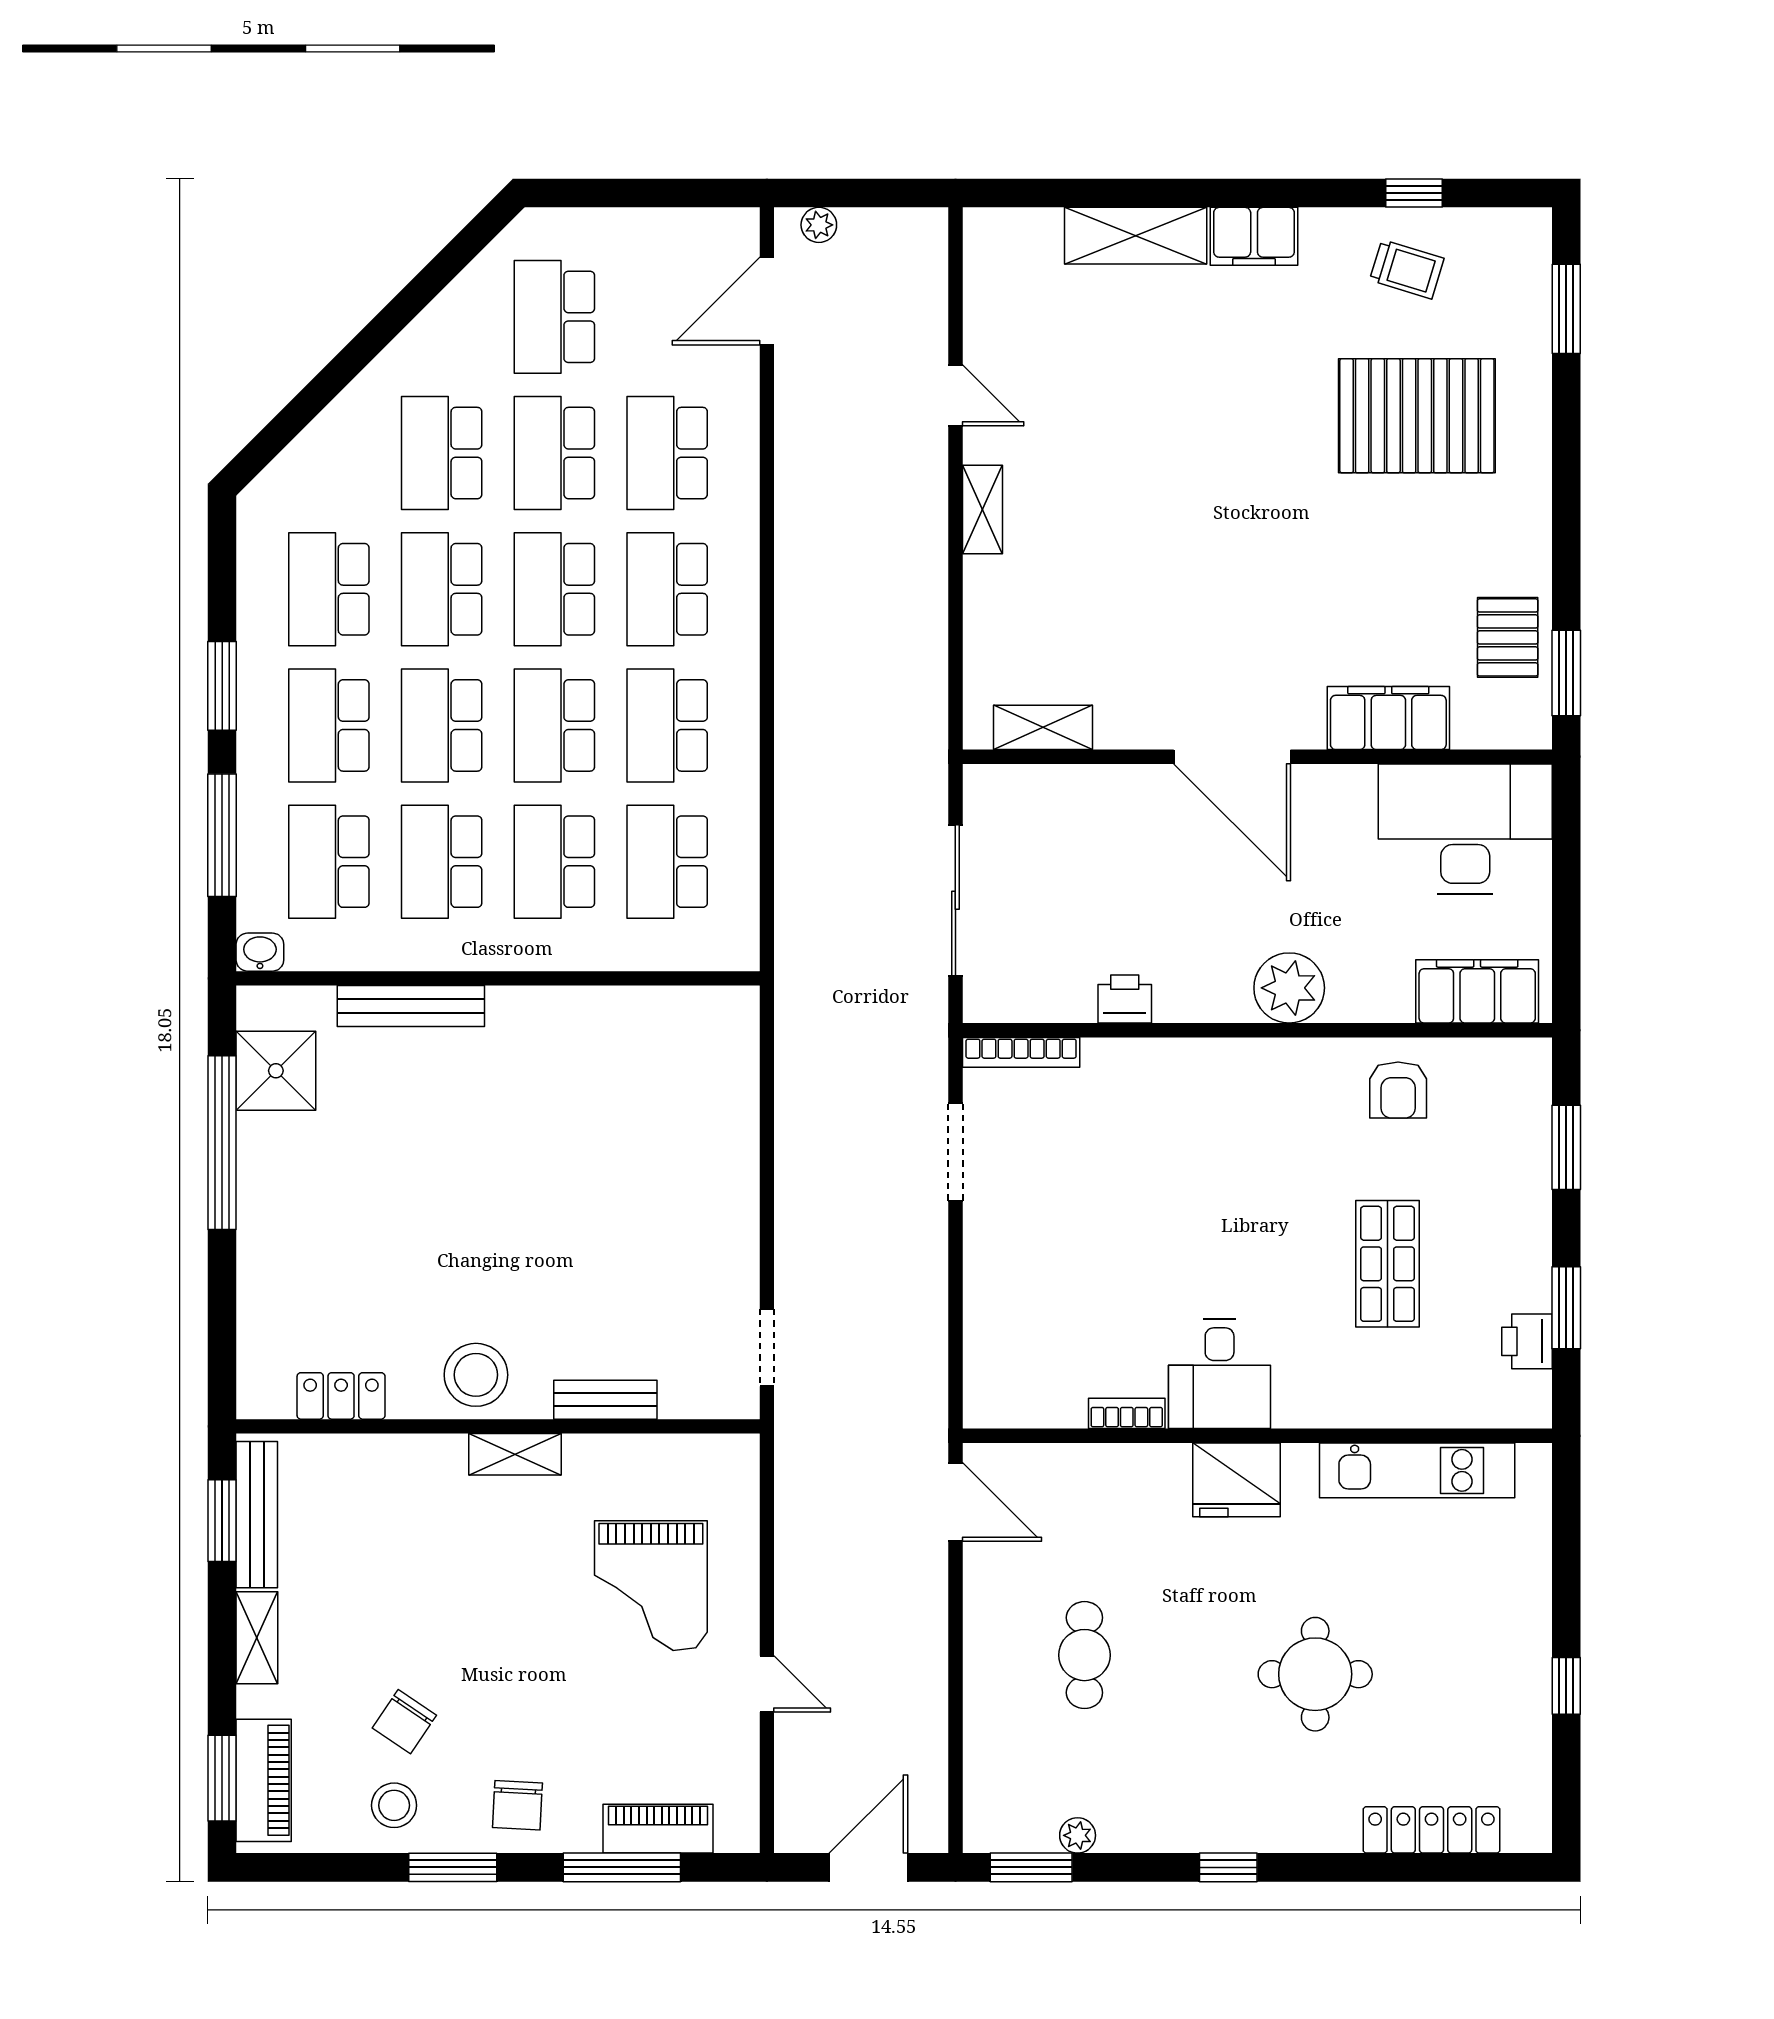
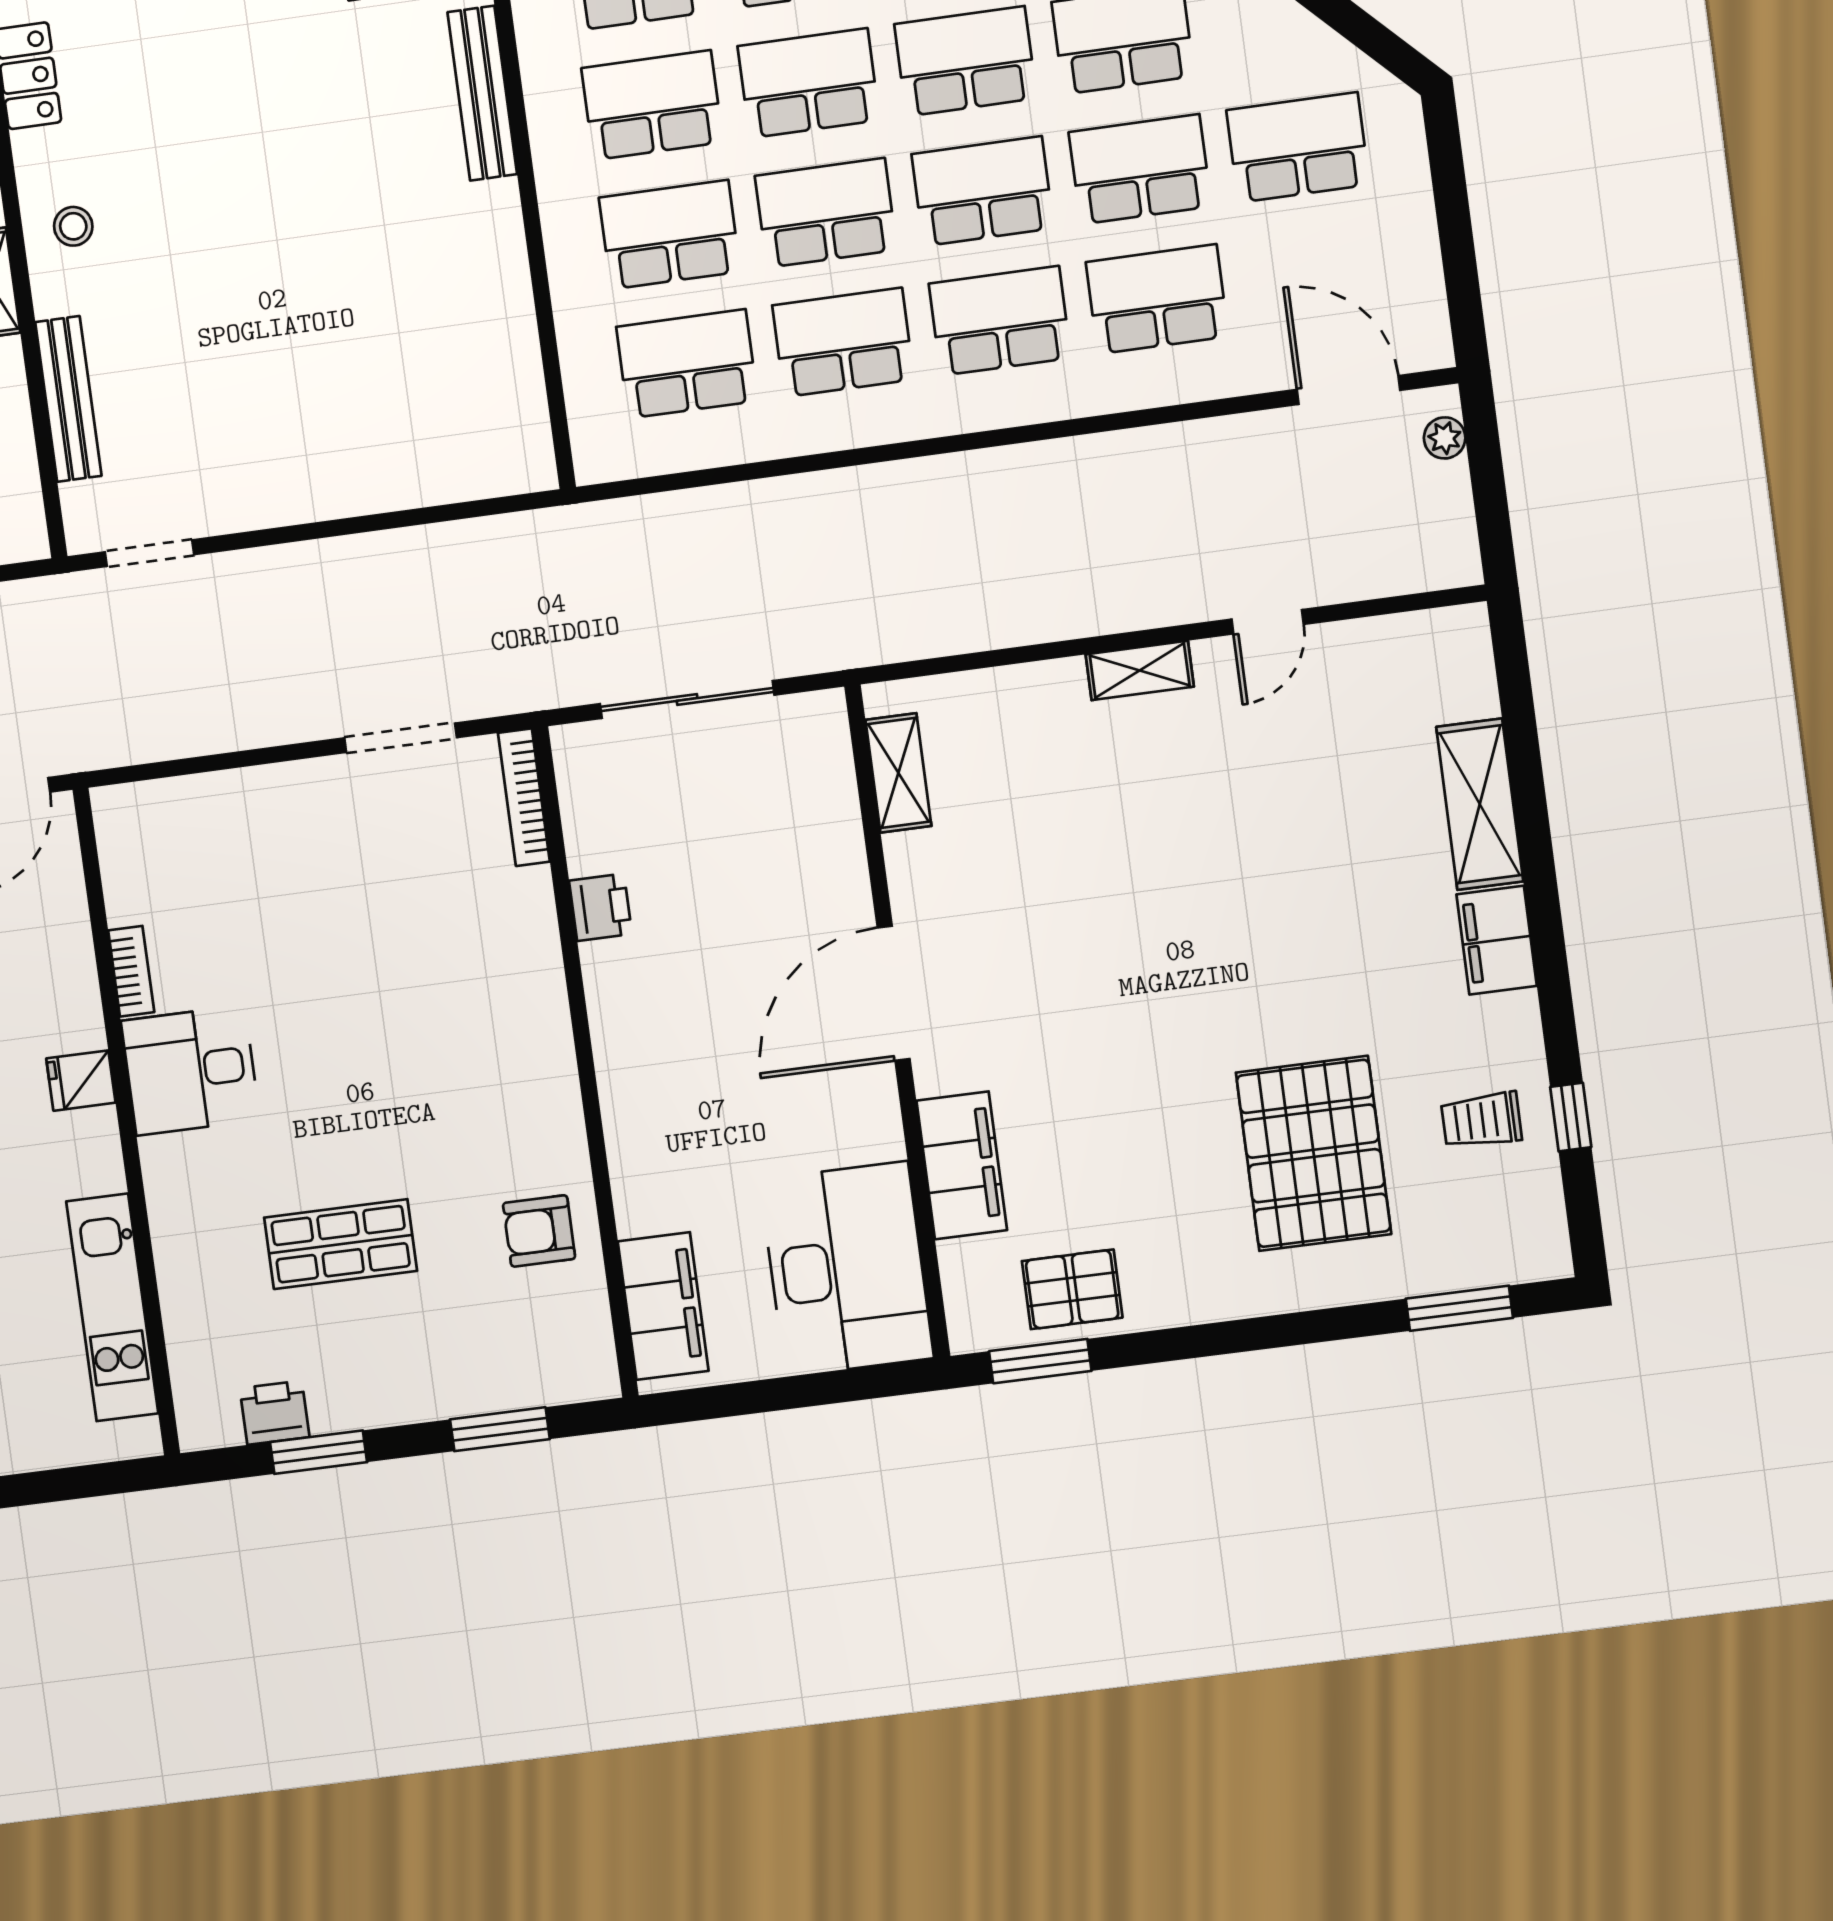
trolley: (1407, 269) -> (1481, 1120), turned 73
plant: (1289, 988) -> (638, 1092), removed
stool: (476, 1375) -> (73, 226), width x0.53, depth x0.53
bench: (605, 1400) -> (68, 399), width x1.36
fridge: (1236, 1480) -> (81, 1081), width x0.53, depth x0.75

